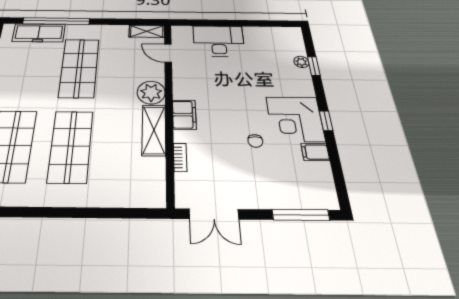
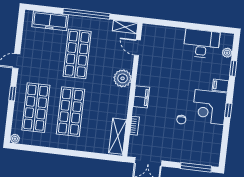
window: (56, 21) -> (86, 14), moved
desk: (219, 41) -> (201, 44), moved
plant: (301, 62) -> (227, 53), moved
shelving: (154, 130) -> (118, 136), moved
filing cabinet: (315, 152) -> (220, 85), moved

